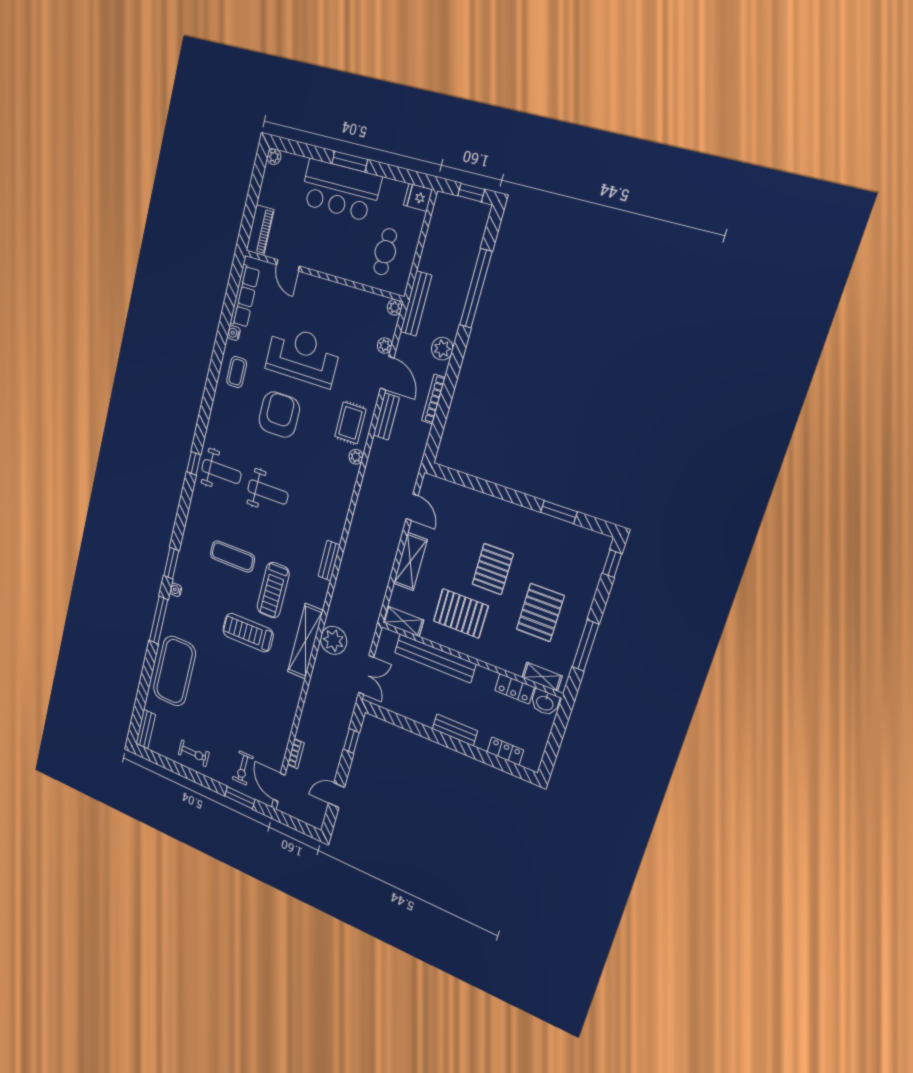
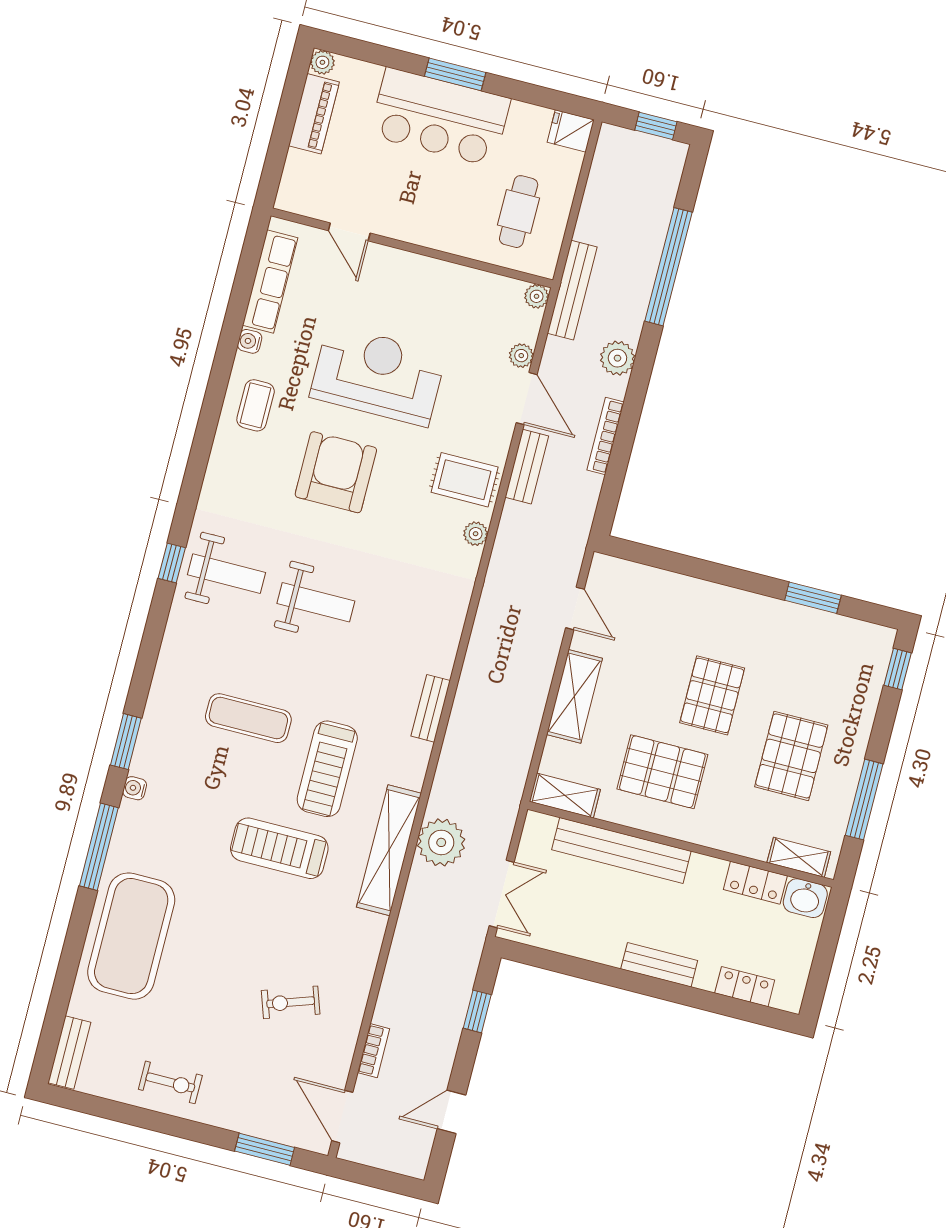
piano: (260, 230) -> (314, 114), moved
rug: (350, 423) -> (465, 480), turned 90
exercise bike: (243, 768) -> (291, 1002), moved, turned 71

